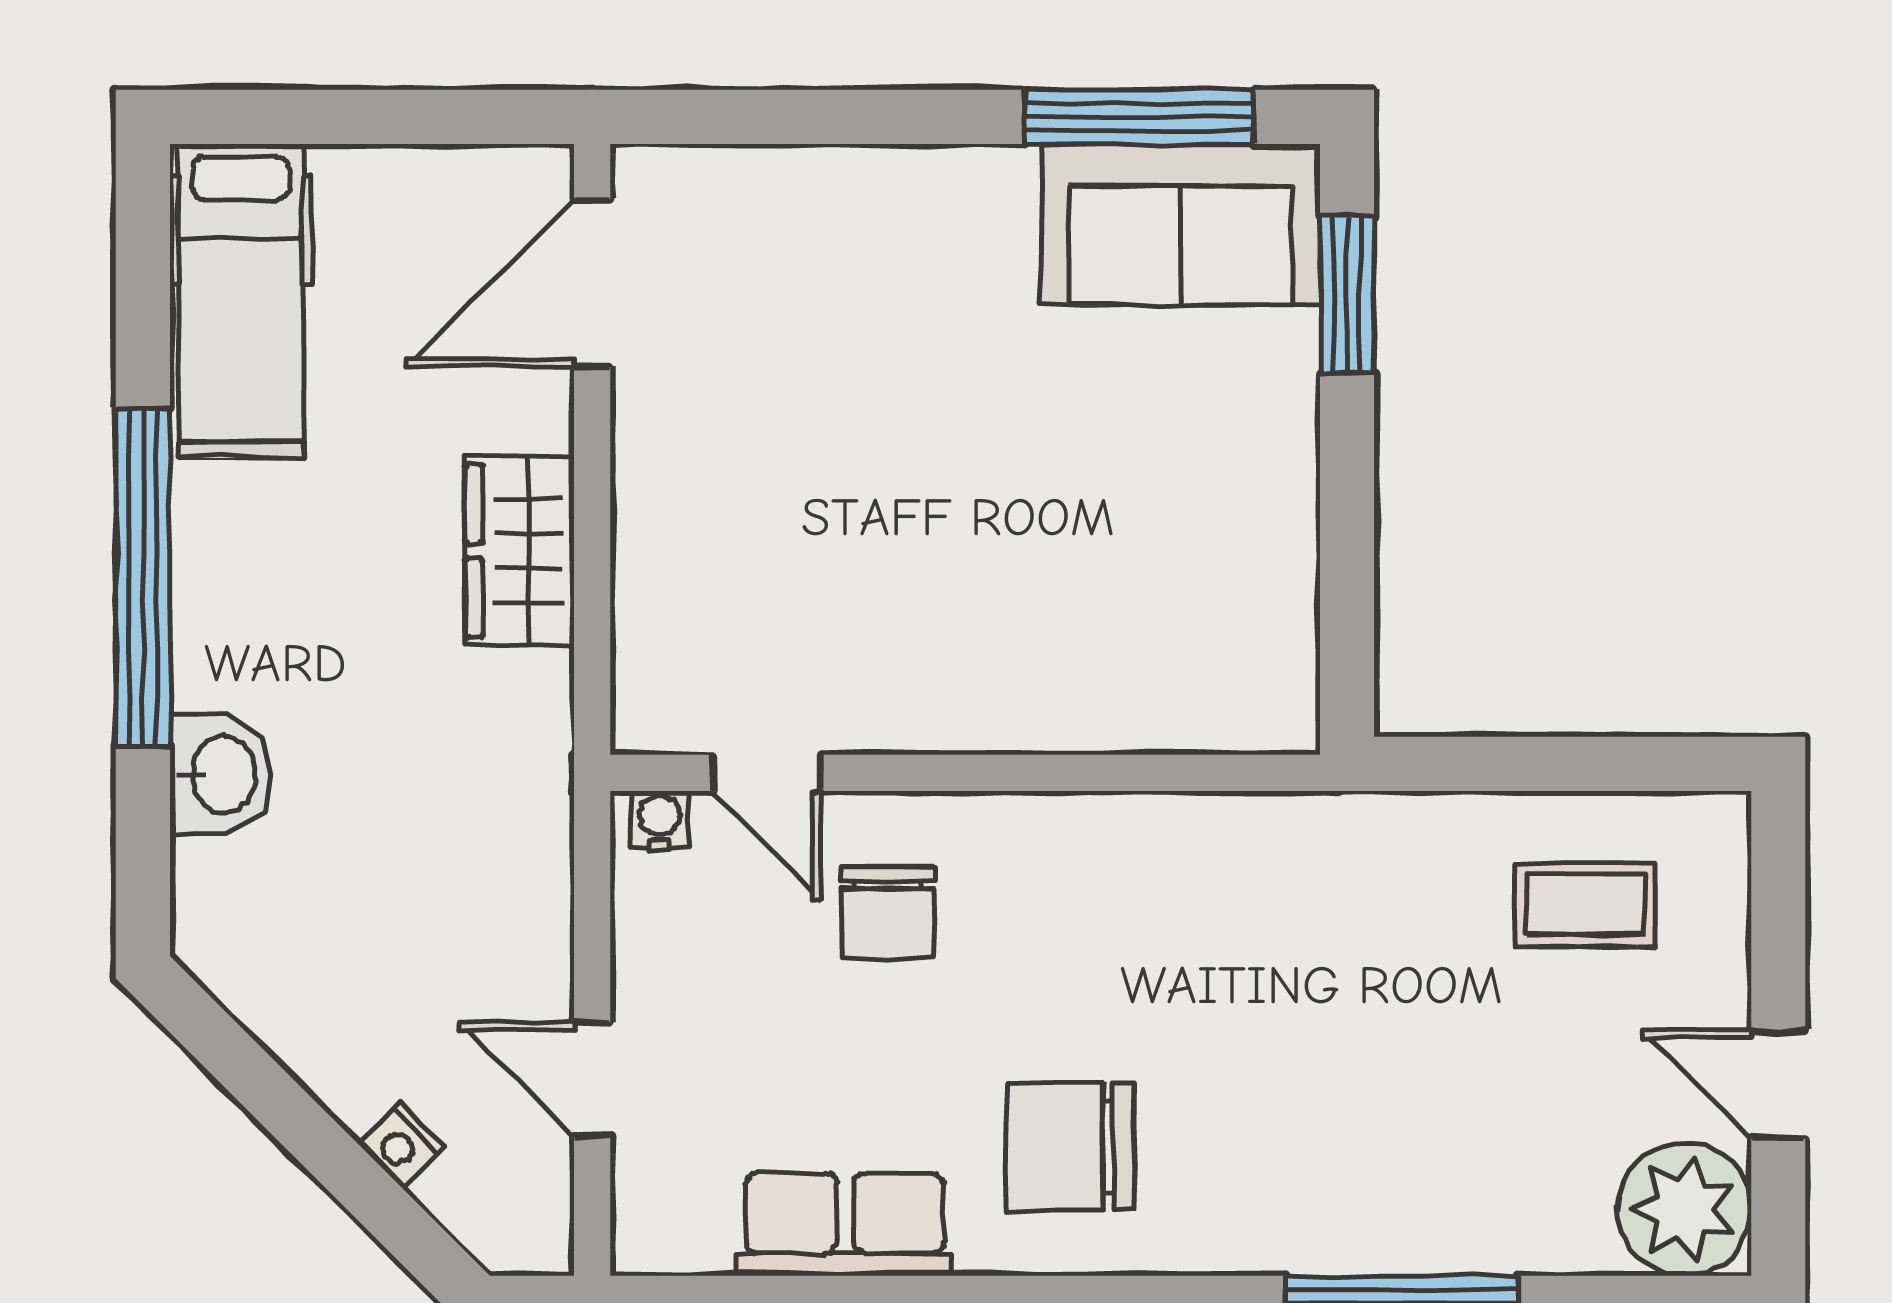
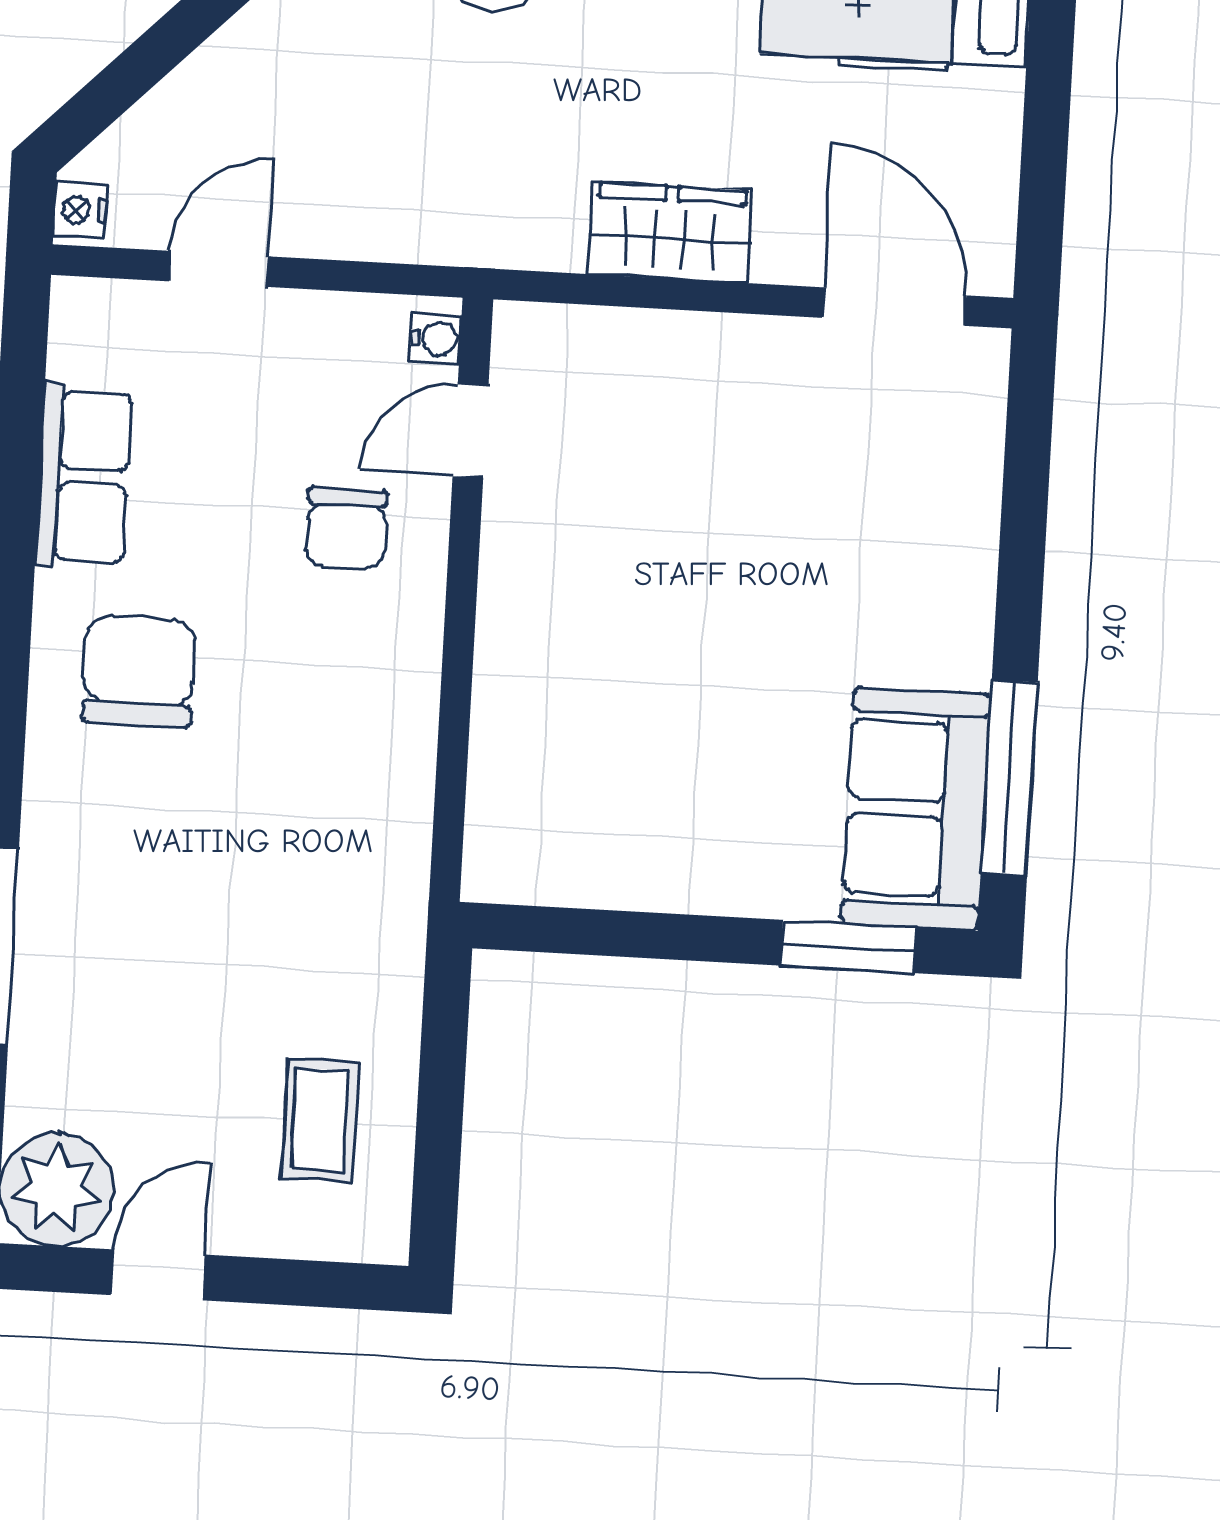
chair: (888, 912) -> (346, 528), turned -90
nightstand: (401, 1145) -> (80, 210), moved, turned -45

